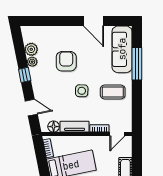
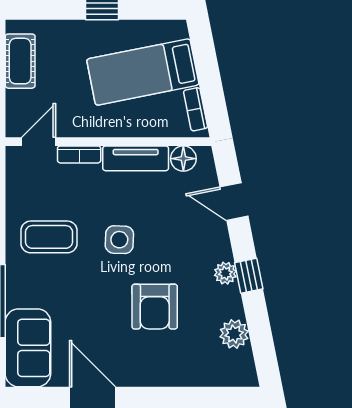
sofa: (122, 49) -> (28, 348), width x0.73
plant: (32, 62) -> (225, 273), moved

